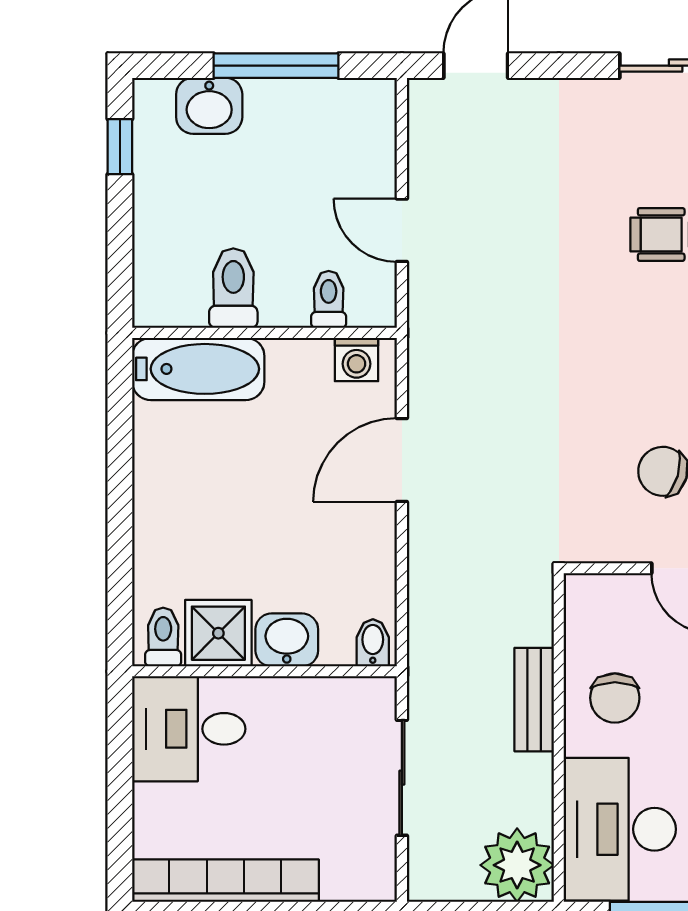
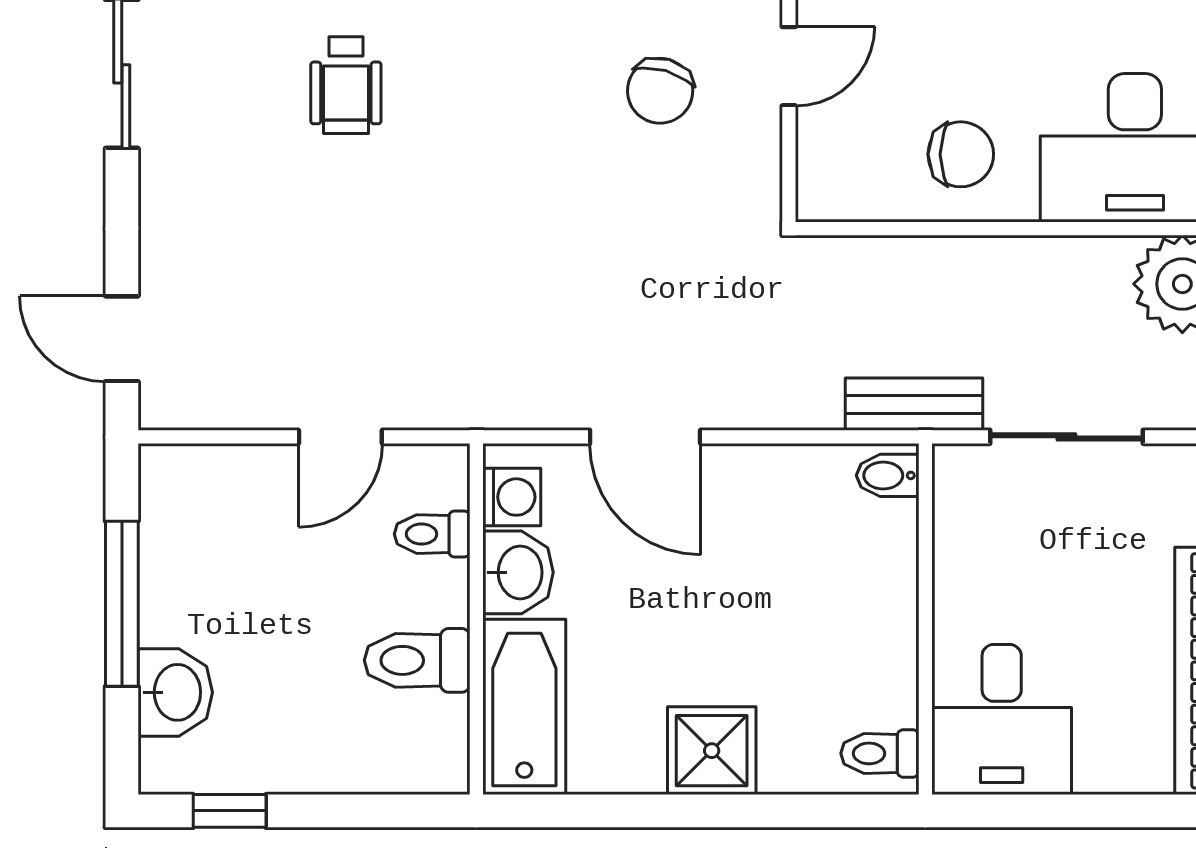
shower: (218, 633) -> (712, 751), moved
washbasin: (287, 640) -> (518, 572), moved, turned 180
bench: (534, 700) -> (914, 404), moved

